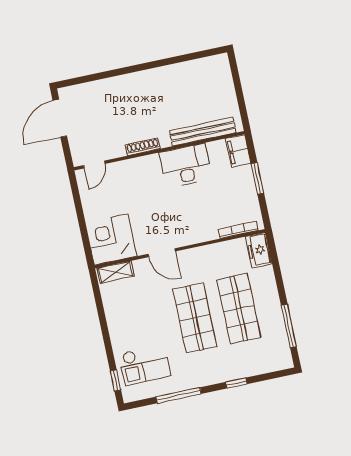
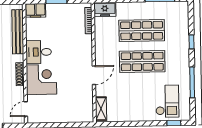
door: (94, 165) -> (26, 109), swing flipped
desk: (186, 166) -> (39, 52), width x0.73
corner desk: (111, 239) -> (41, 80), moved, turned 180

